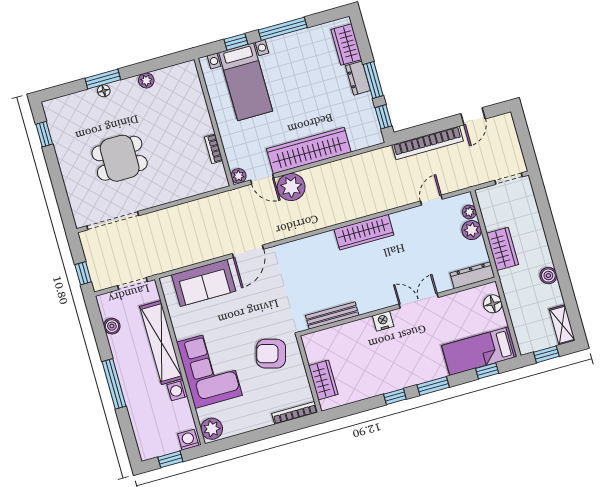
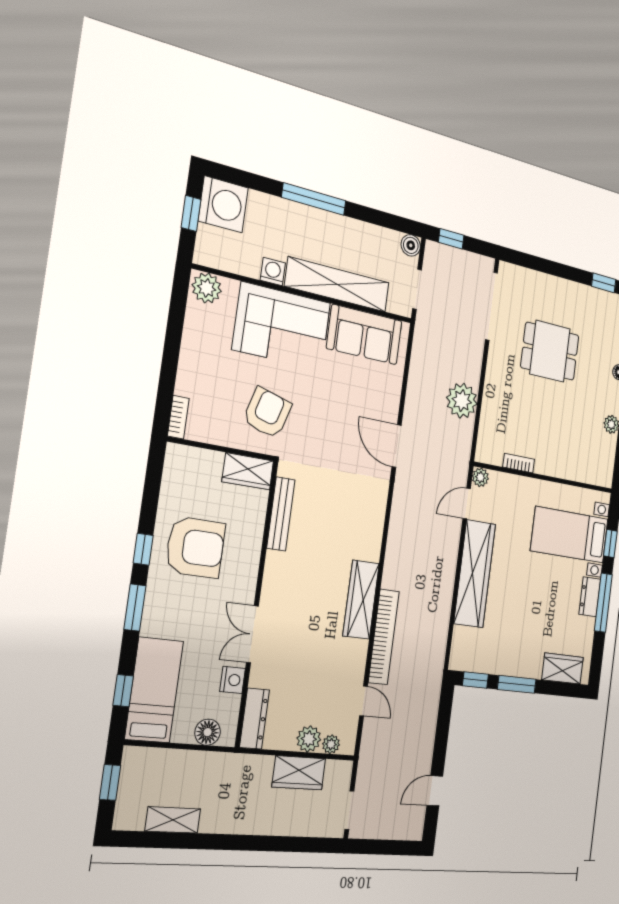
dresser: (358, 78) -> (590, 597), moved, turned -90
door: (473, 116) -> (435, 791), hinge flipped
bookcase: (428, 143) -> (384, 637), moved, turned 180
dining table: (120, 158) -> (550, 351), turned 90
plant: (291, 187) -> (462, 401), moved
wardrobe: (502, 249) -> (299, 773), moved
boiler: (548, 276) -> (212, 822), removed
sofa: (204, 283) -> (364, 335), moved, turned -90
double door: (419, 301) -> (252, 634), swing flipped
nightstand: (383, 321) -> (233, 680), moved
shelving: (562, 325) -> (173, 820), moved
boiler: (112, 326) -> (411, 245), moved
armchair: (379, 364) -> (195, 547), added
wardrobe: (323, 380) -> (248, 471), moved
bookcase: (295, 413) -> (178, 417), width x0.64
washing machine: (188, 440) -> (223, 204), moved, width x1.89, depth x1.89

